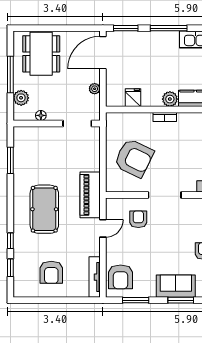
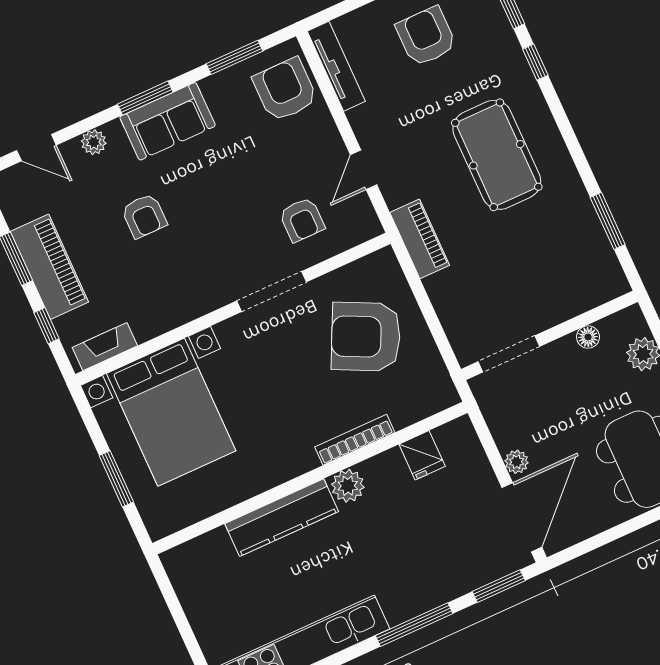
plant: (95, 89) -> (517, 462), moved
bookcase: (165, 117) -> (355, 440), width x1.56
piano: (90, 195) -> (420, 239), width x0.73, depth x0.75

